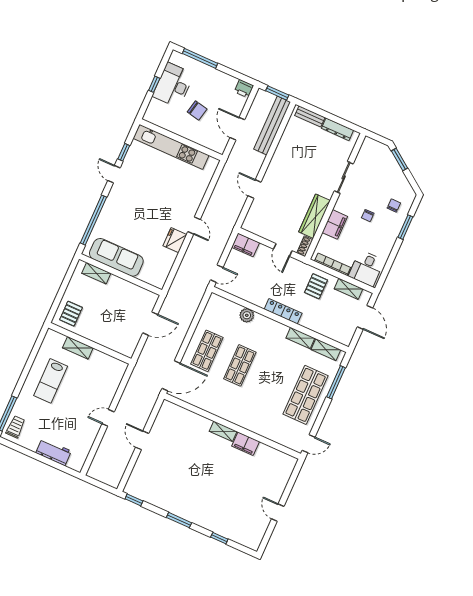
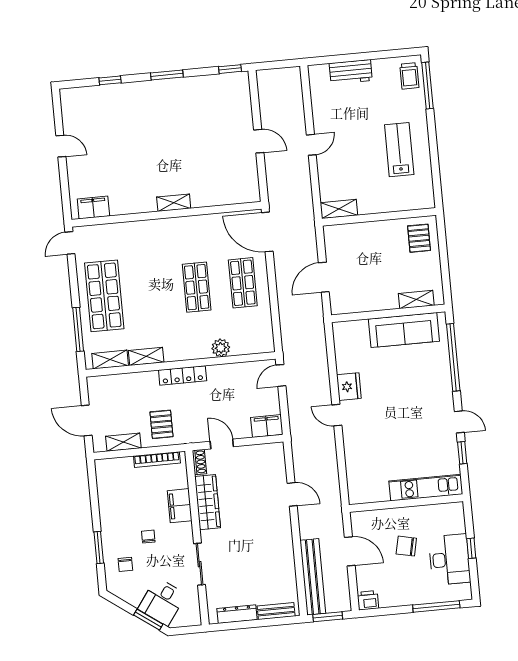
kitchen unit: (171, 147) -> (426, 488), width x0.73
desk: (366, 268) -> (162, 602), moved, turned -144
shelving: (78, 348) -> (339, 209), moved
door: (171, 376) -> (267, 232), hinge flipped
filing cabinet: (246, 444) -> (93, 207), moved

